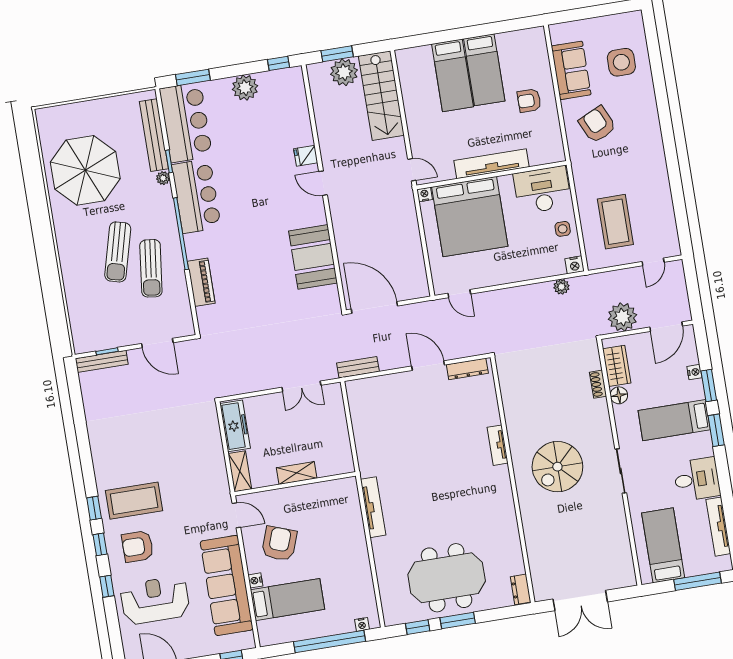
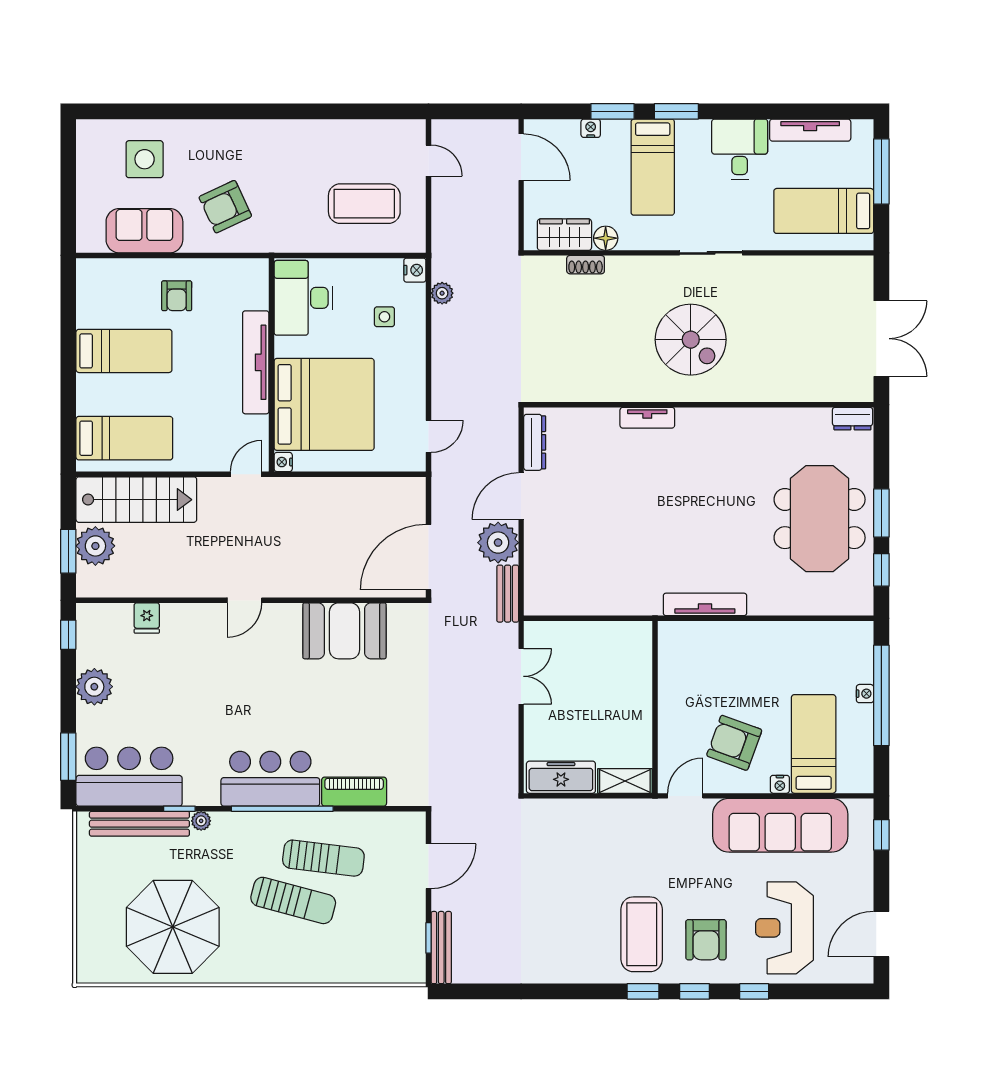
bed: (452, 75) -> (124, 438), moved
fridge: (306, 156) -> (147, 618), moved
bar counter: (196, 196) -> (270, 779), moved
side table: (563, 229) -> (384, 317), moved
plant: (622, 317) -> (498, 543), moved
shelving: (297, 473) -> (640, 703), removed
nightstand: (362, 624) -> (865, 694), moved

